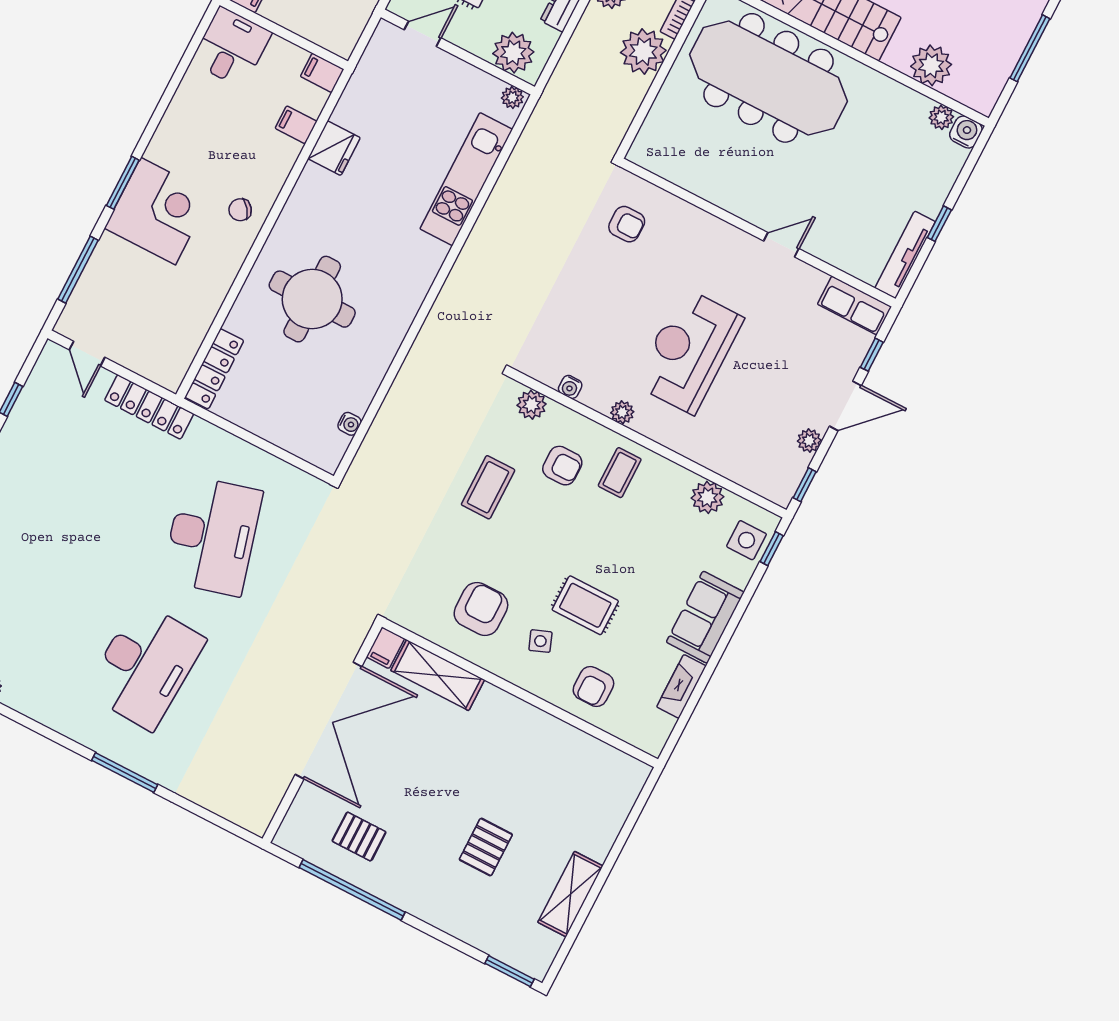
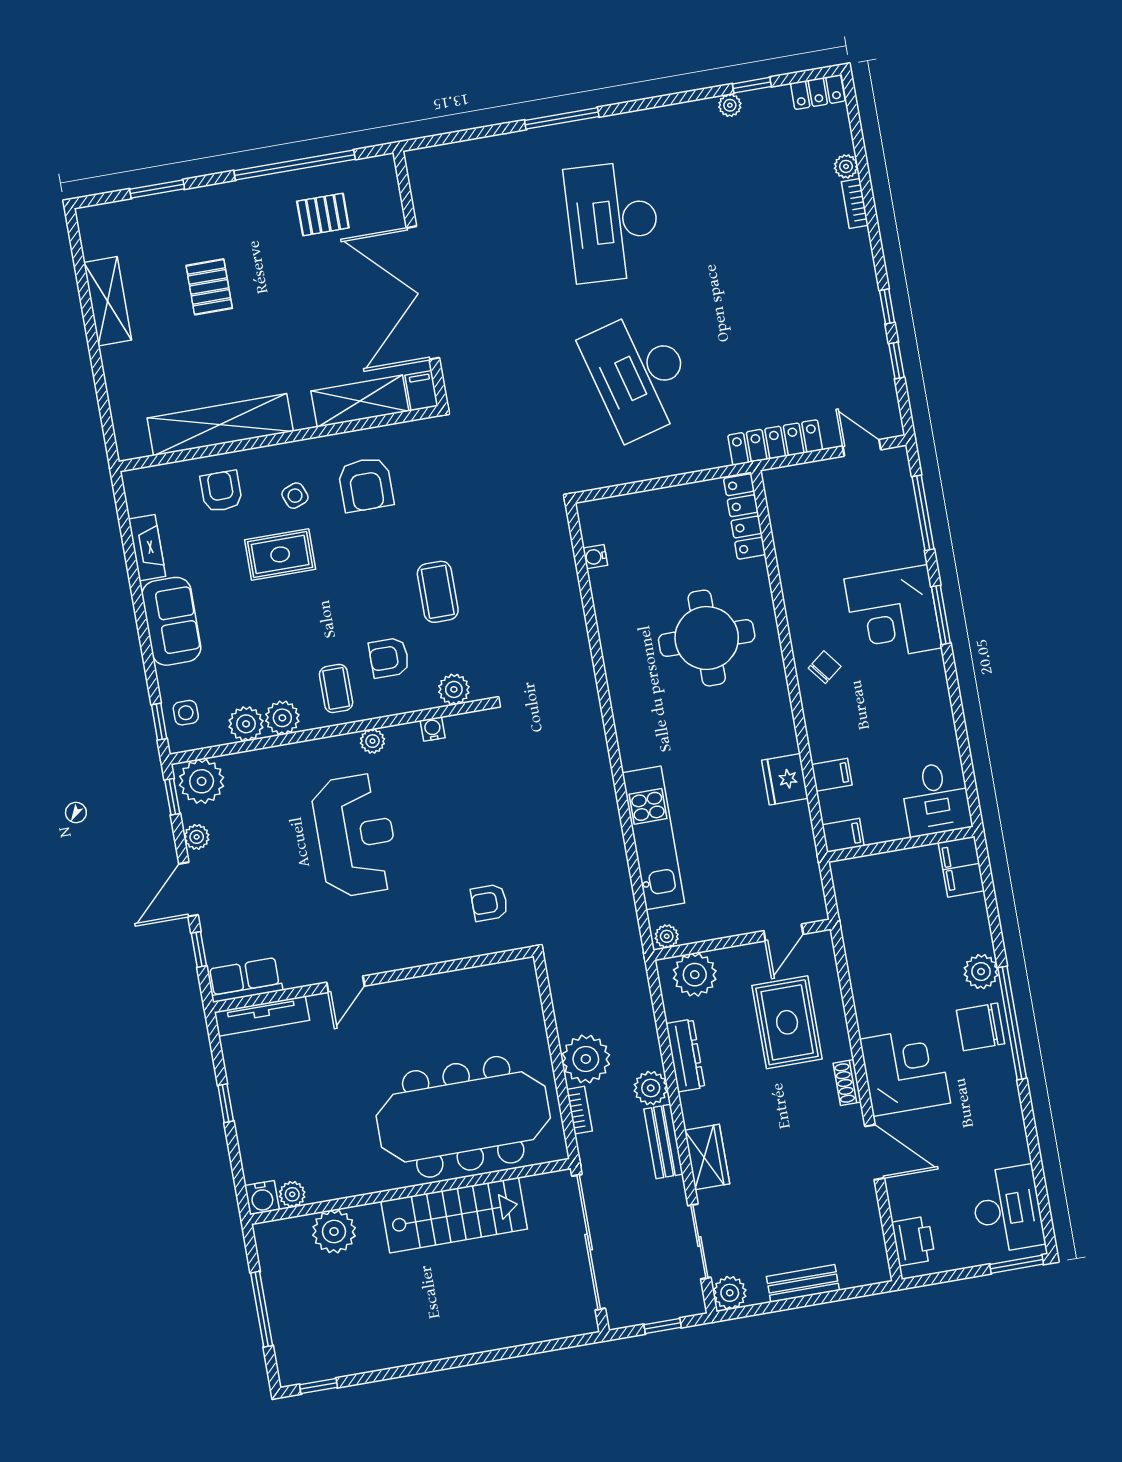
tv unit: (905, 255) -> (262, 1016), moved, turned 90
plant: (774, 480) -> (202, 781), added
plant: (677, 481) -> (282, 718), added
side table: (746, 540) -> (186, 713), width x0.73, depth x0.73
shelving: (556, 737) -> (220, 425), added
window: (510, 971) -> (157, 189), moved

